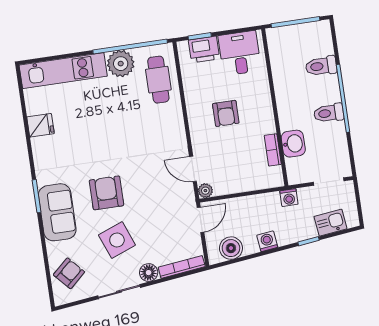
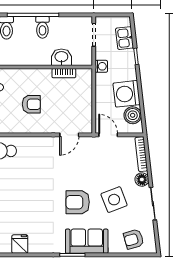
plant: (205, 191) -> (87, 128), removed
washing machine: (267, 241) -> (127, 94), width x1.89, depth x1.89
armchair: (69, 273) -> (134, 239), turned -64

